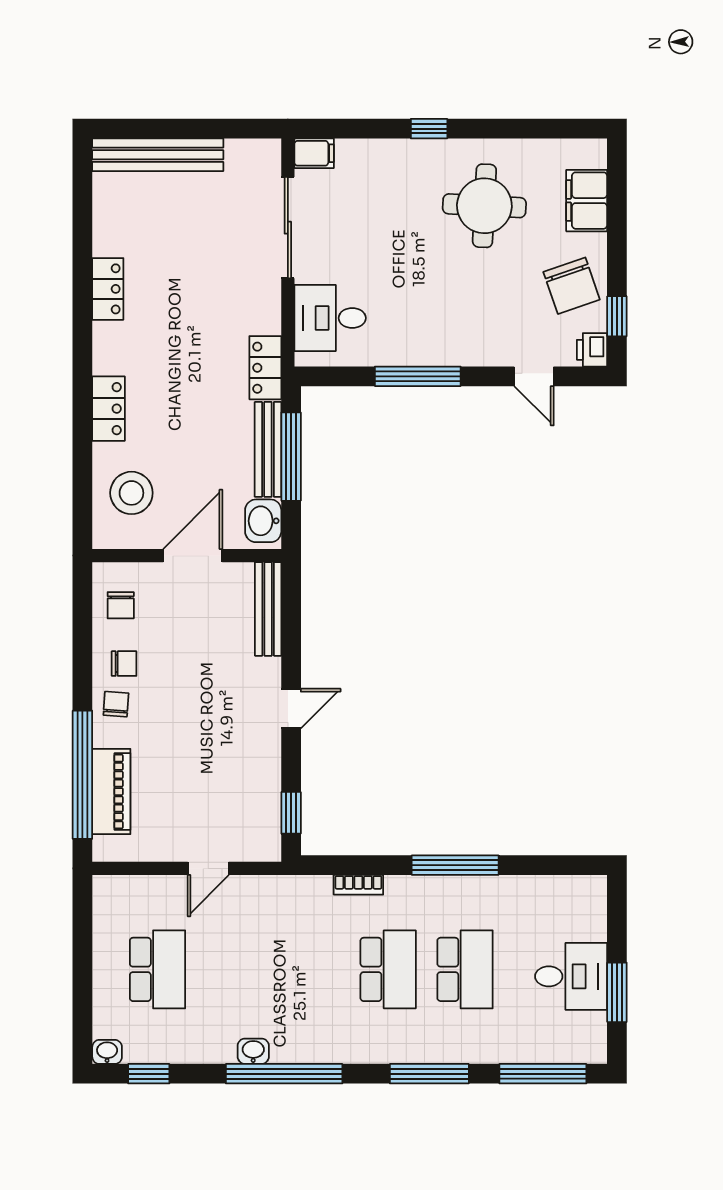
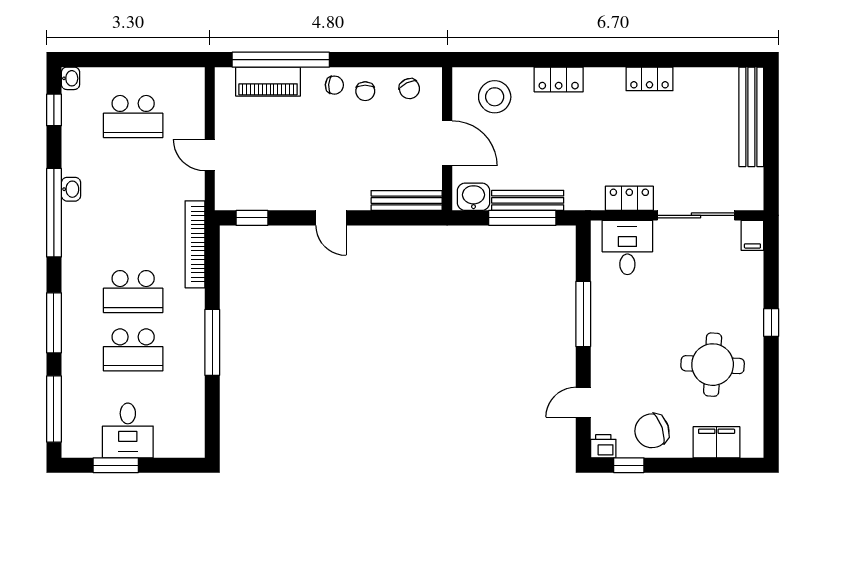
locker: (265, 368) -> (629, 198), moved
chair: (121, 605) -> (409, 89), turned -116
bookcase: (358, 885) -> (195, 244), width x2.31, depth x1.31

